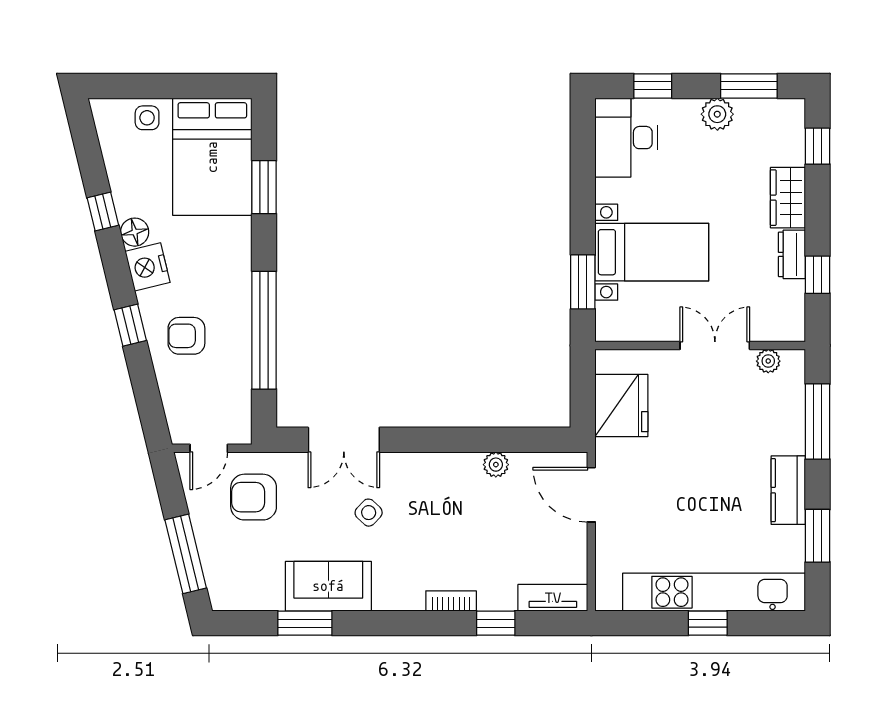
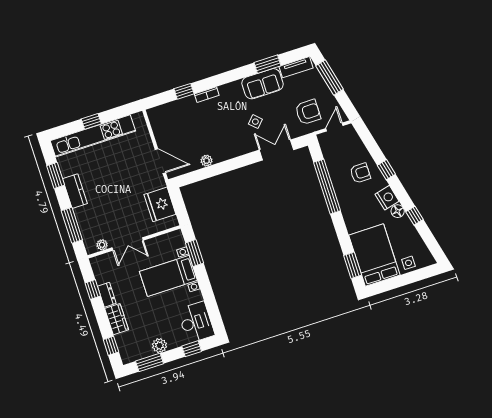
window: (264, 187) -> (353, 265), moved
tv unit: (553, 598) -> (296, 67), moved

